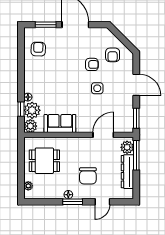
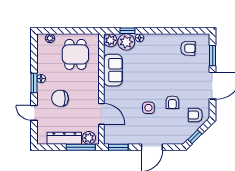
window: (126, 42) -> (195, 137), added
armchair: (113, 55) -> (195, 115), moved

